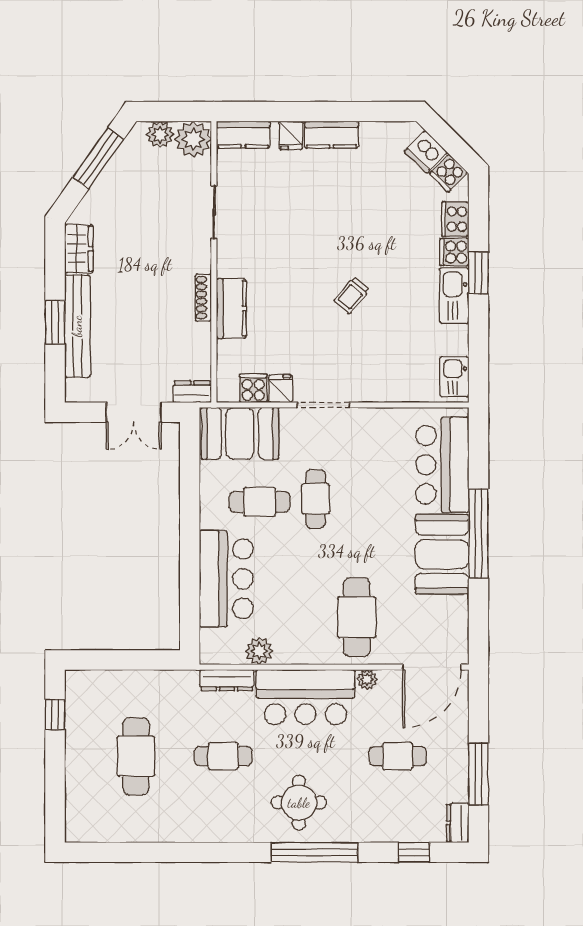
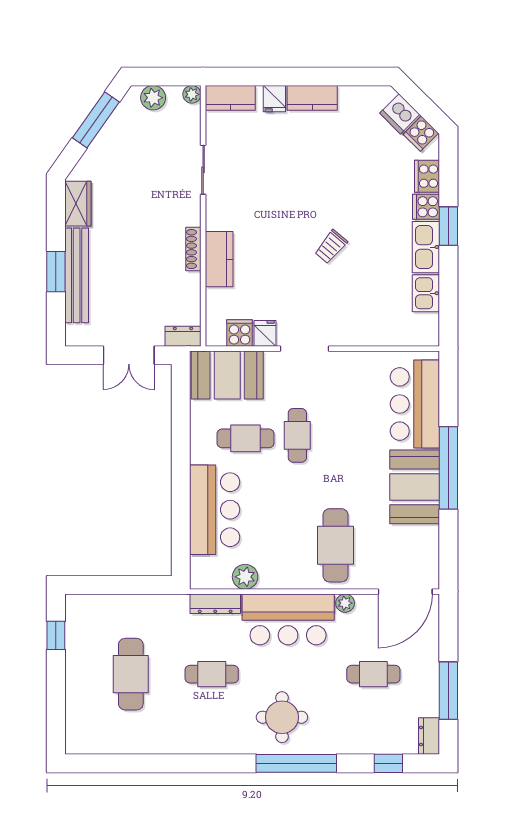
plant: (193, 139) -> (192, 94), width x0.53, depth x0.53
kitchen sink: (454, 377) -> (426, 293), moved

